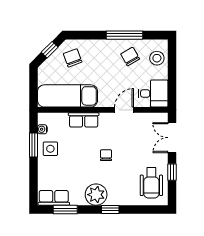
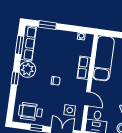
window: (34, 145) -> (47, 25), moved
side table: (50, 149) -> (70, 110), moved
row of seats: (54, 198) -> (29, 43), width x1.48

